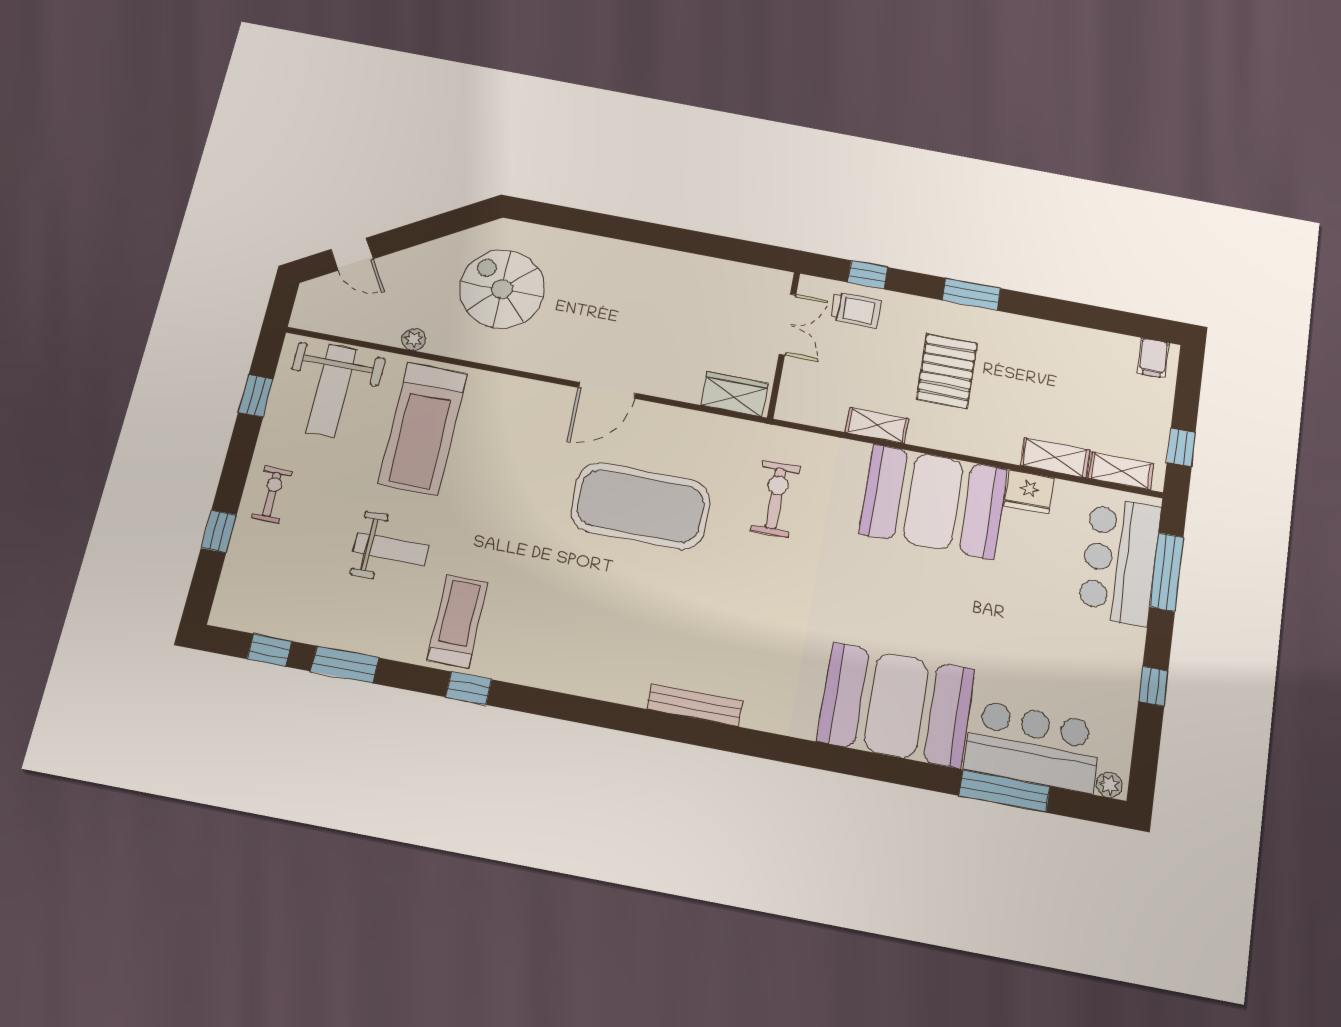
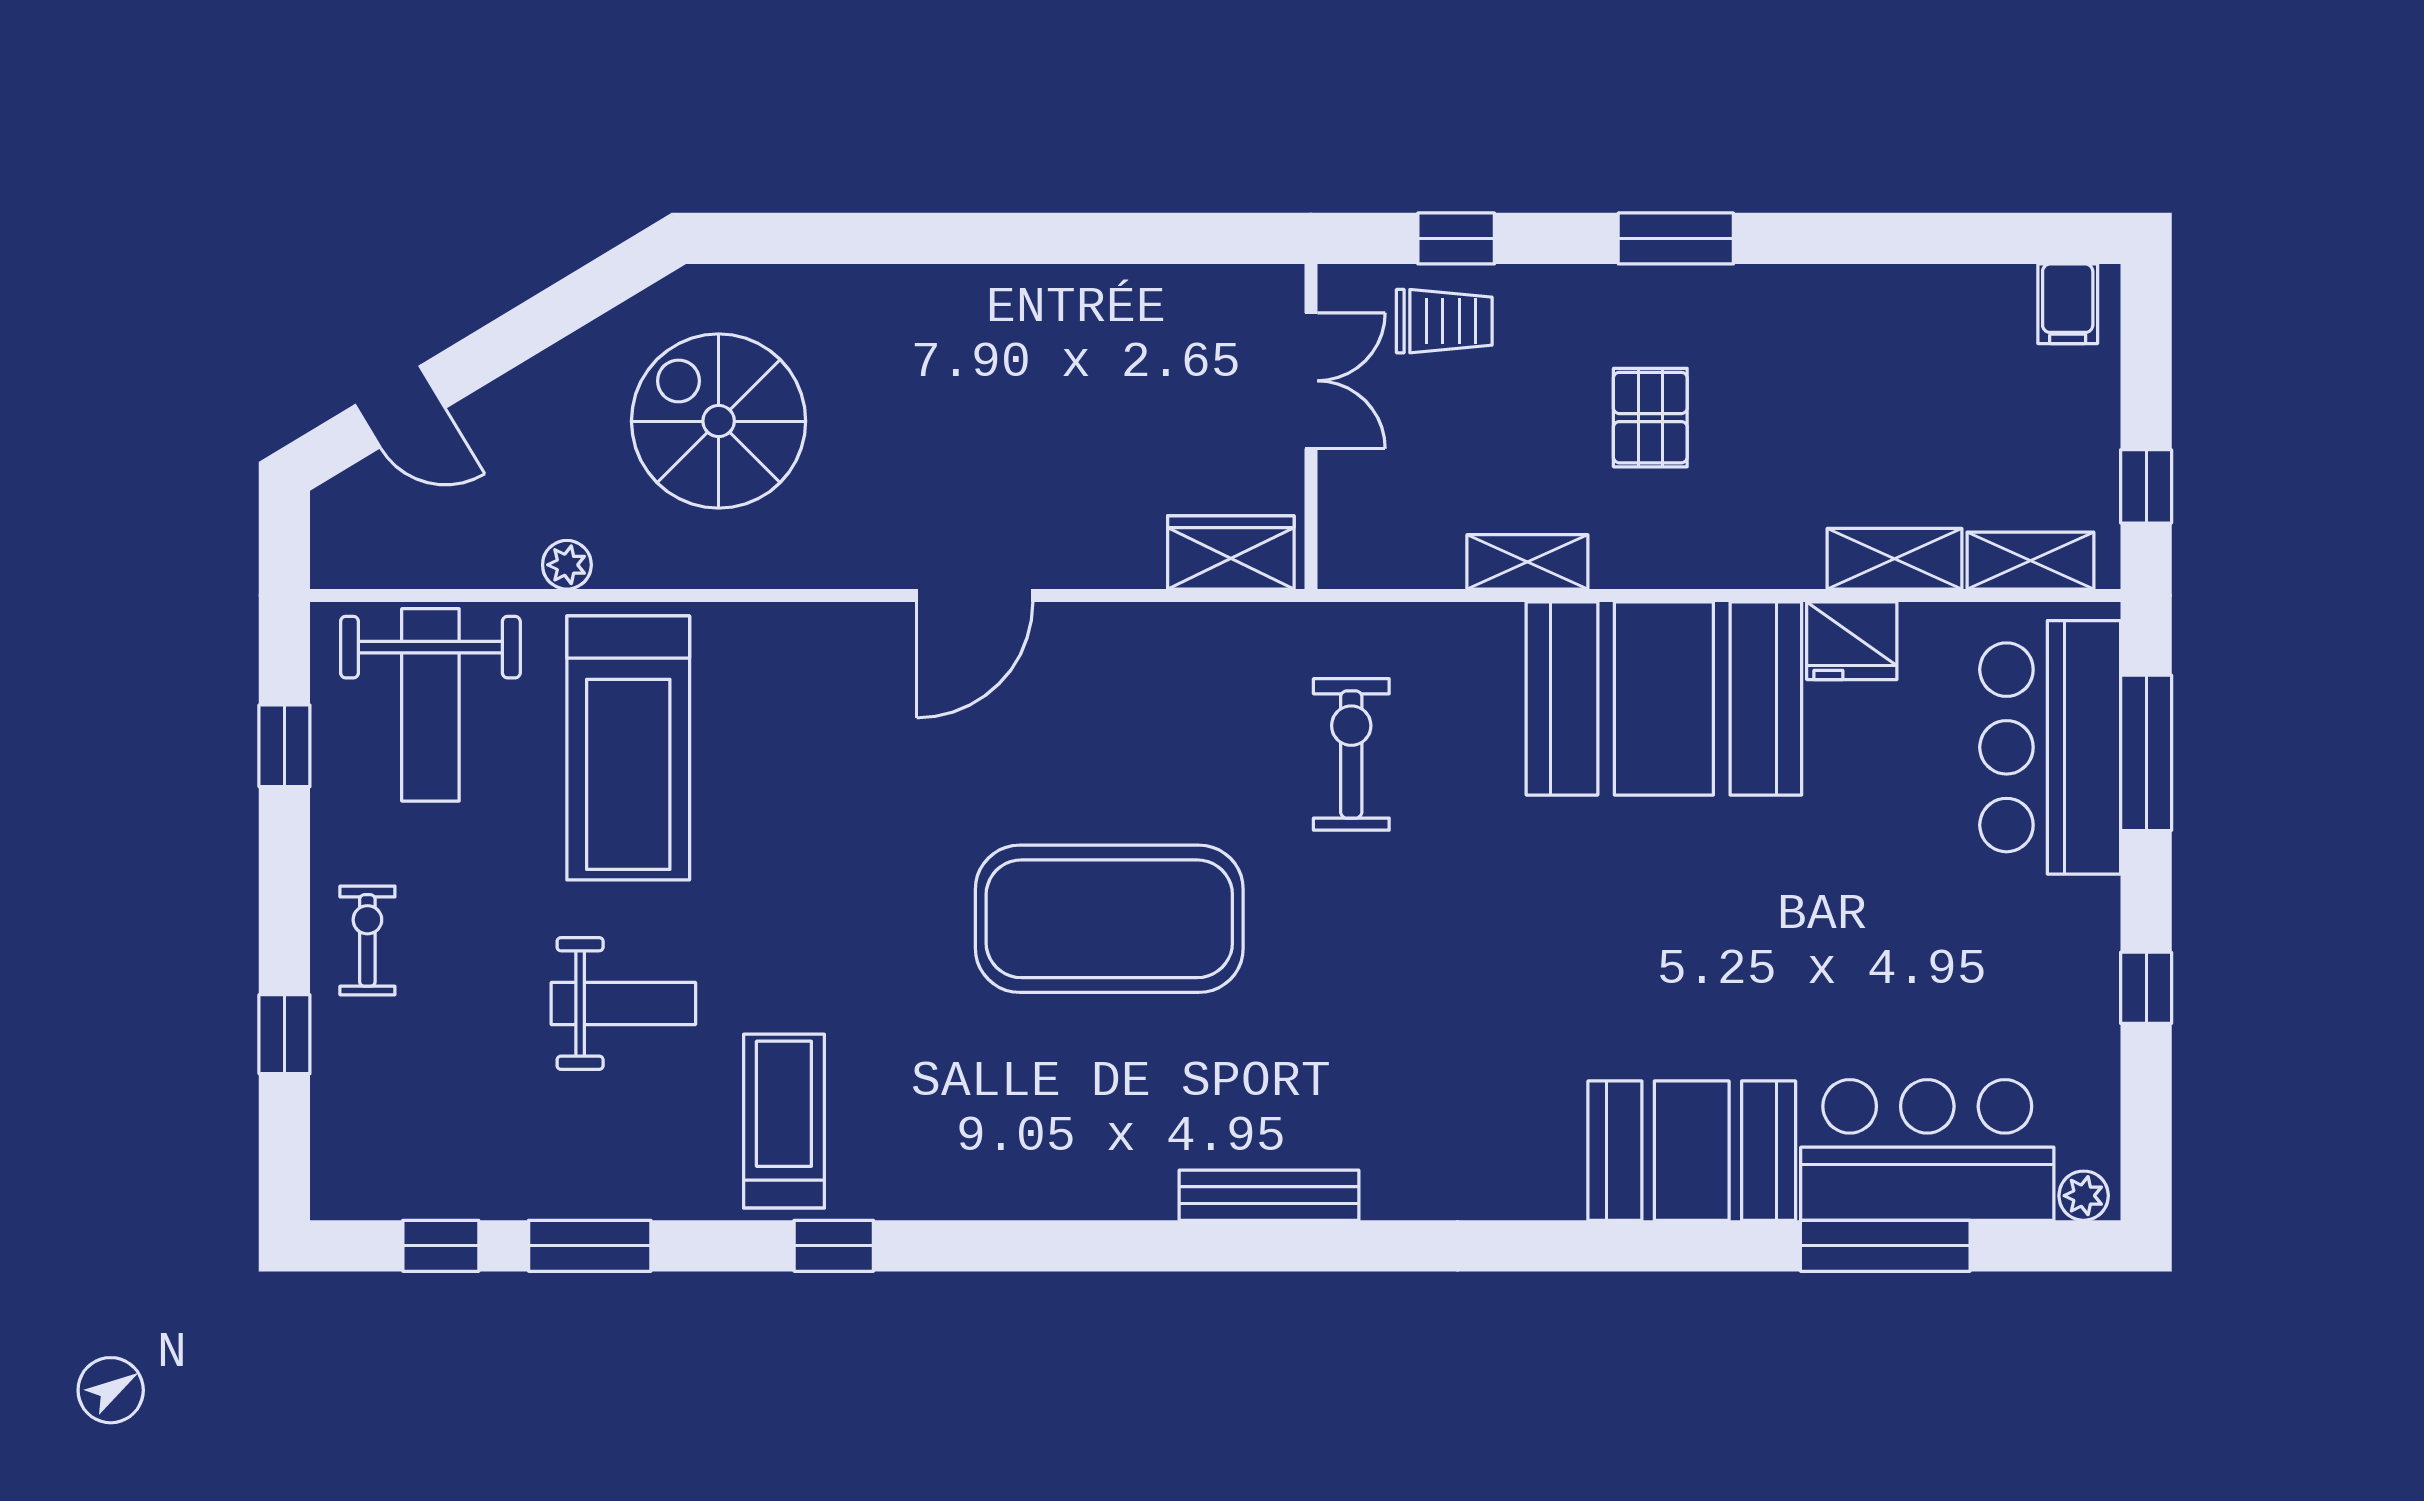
pallet: (947, 371) -> (1650, 418), width x0.67, depth x0.71
exercise mat: (641, 506) -> (1109, 919), moved
booth: (896, 705) -> (1692, 1151), width x0.73, depth x0.70

